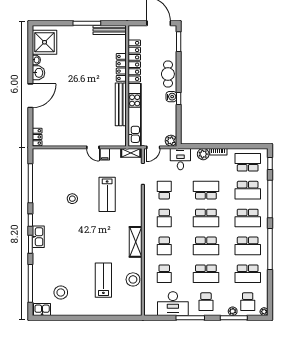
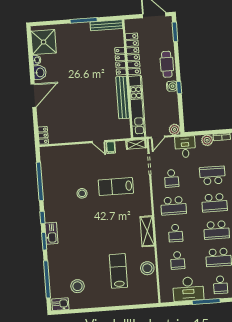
school desk: (164, 190) -> (172, 178), turned 180
lab bench: (107, 194) -> (116, 187), turned 90
school desk: (164, 218) -> (174, 206), width x1.85

